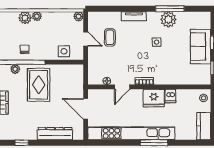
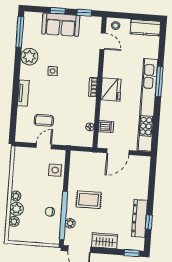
window: (170, 9) -> (20, 32), moved
plant: (79, 16) -> (14, 221), moved
rug: (39, 85) -> (89, 200), width x0.73, depth x0.70
door: (122, 87) -> (103, 41), moved
dishwasher: (170, 96) -> (106, 127), moved
fridge: (154, 98) -> (111, 89), moved
dresser: (55, 134) -> (139, 218), moved

